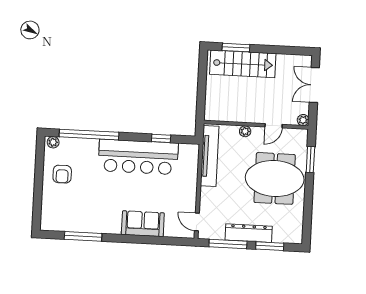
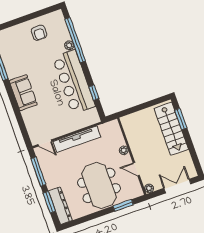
plant: (53, 142) -> (69, 45), moved
tv unit: (210, 156) -> (77, 139), moved
armchair: (62, 174) -> (39, 33), turned -90
door: (197, 222) -> (45, 143), swing flipped
sofa: (143, 224) -> (23, 93), moved
dresser: (249, 233) -> (60, 206), moved

